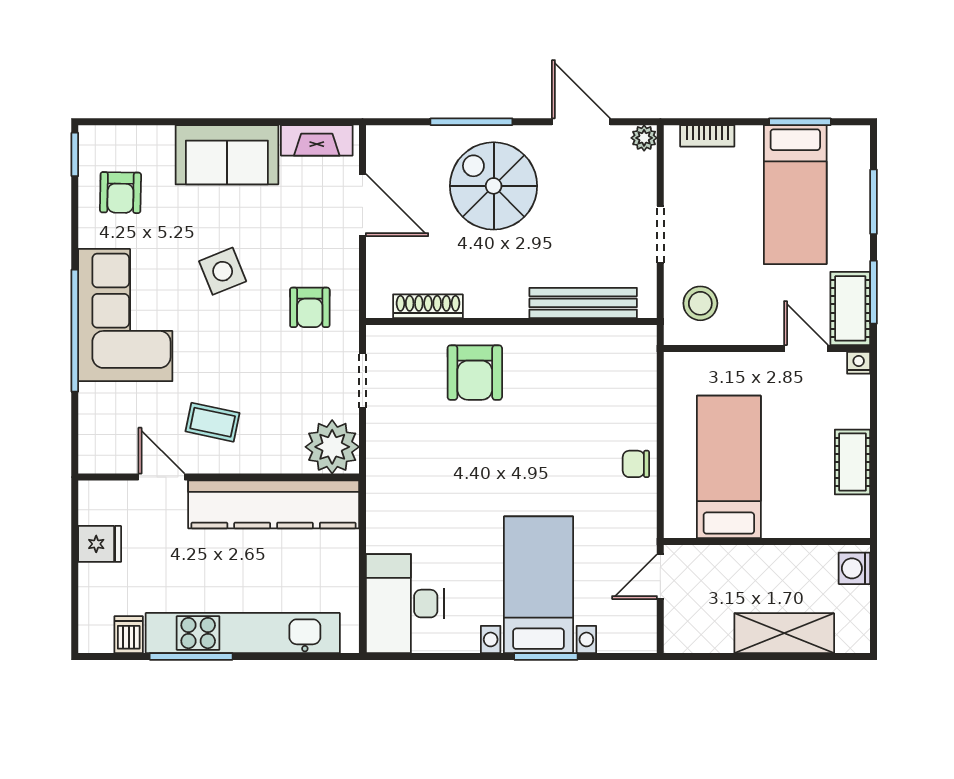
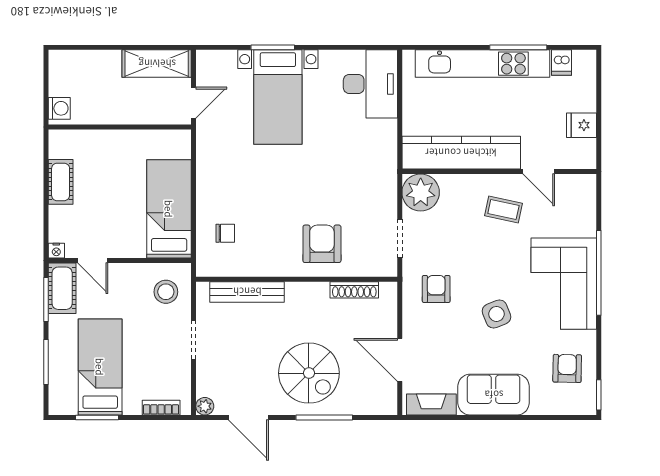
chair: (636, 464) -> (225, 233), moved
bed: (729, 467) -> (169, 209), moved, turned 180
shelving: (784, 633) -> (157, 64), moved

